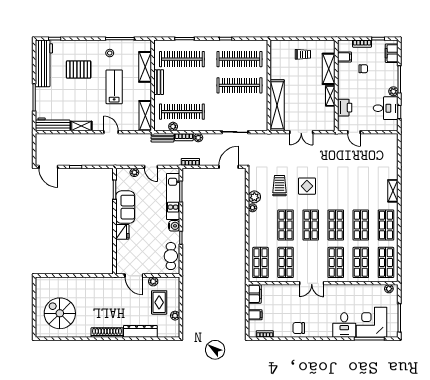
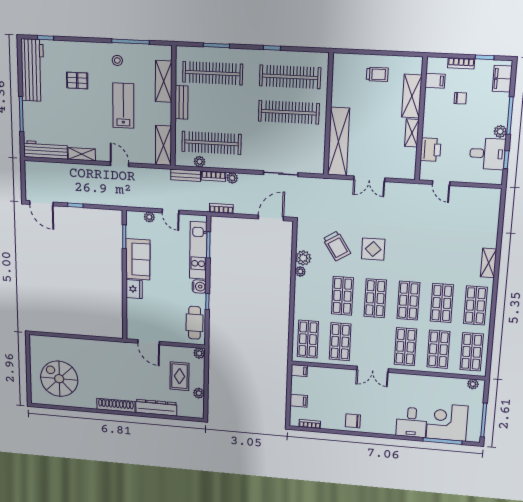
pallet: (79, 69) -> (77, 80), width x0.67, depth x0.71
trolley: (279, 186) -> (337, 246), turned 148
plant: (153, 281) -> (199, 353), moved
filing cabinet: (255, 294) -> (299, 371), width x0.50

